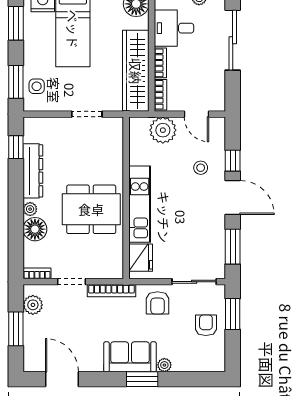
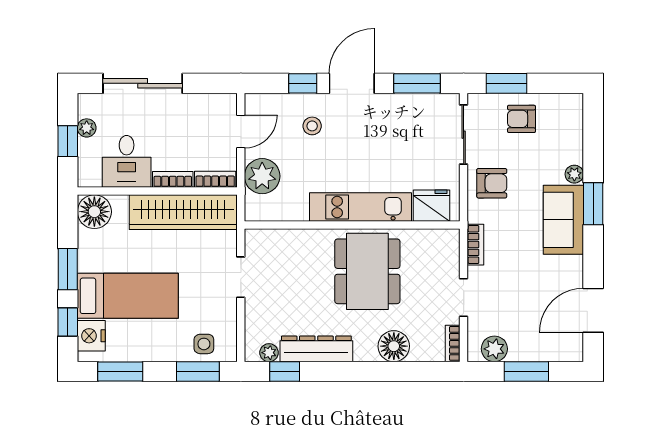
plant: (30, 209) -> (269, 353), moved
bookcase: (111, 291) -> (475, 245), width x0.64

